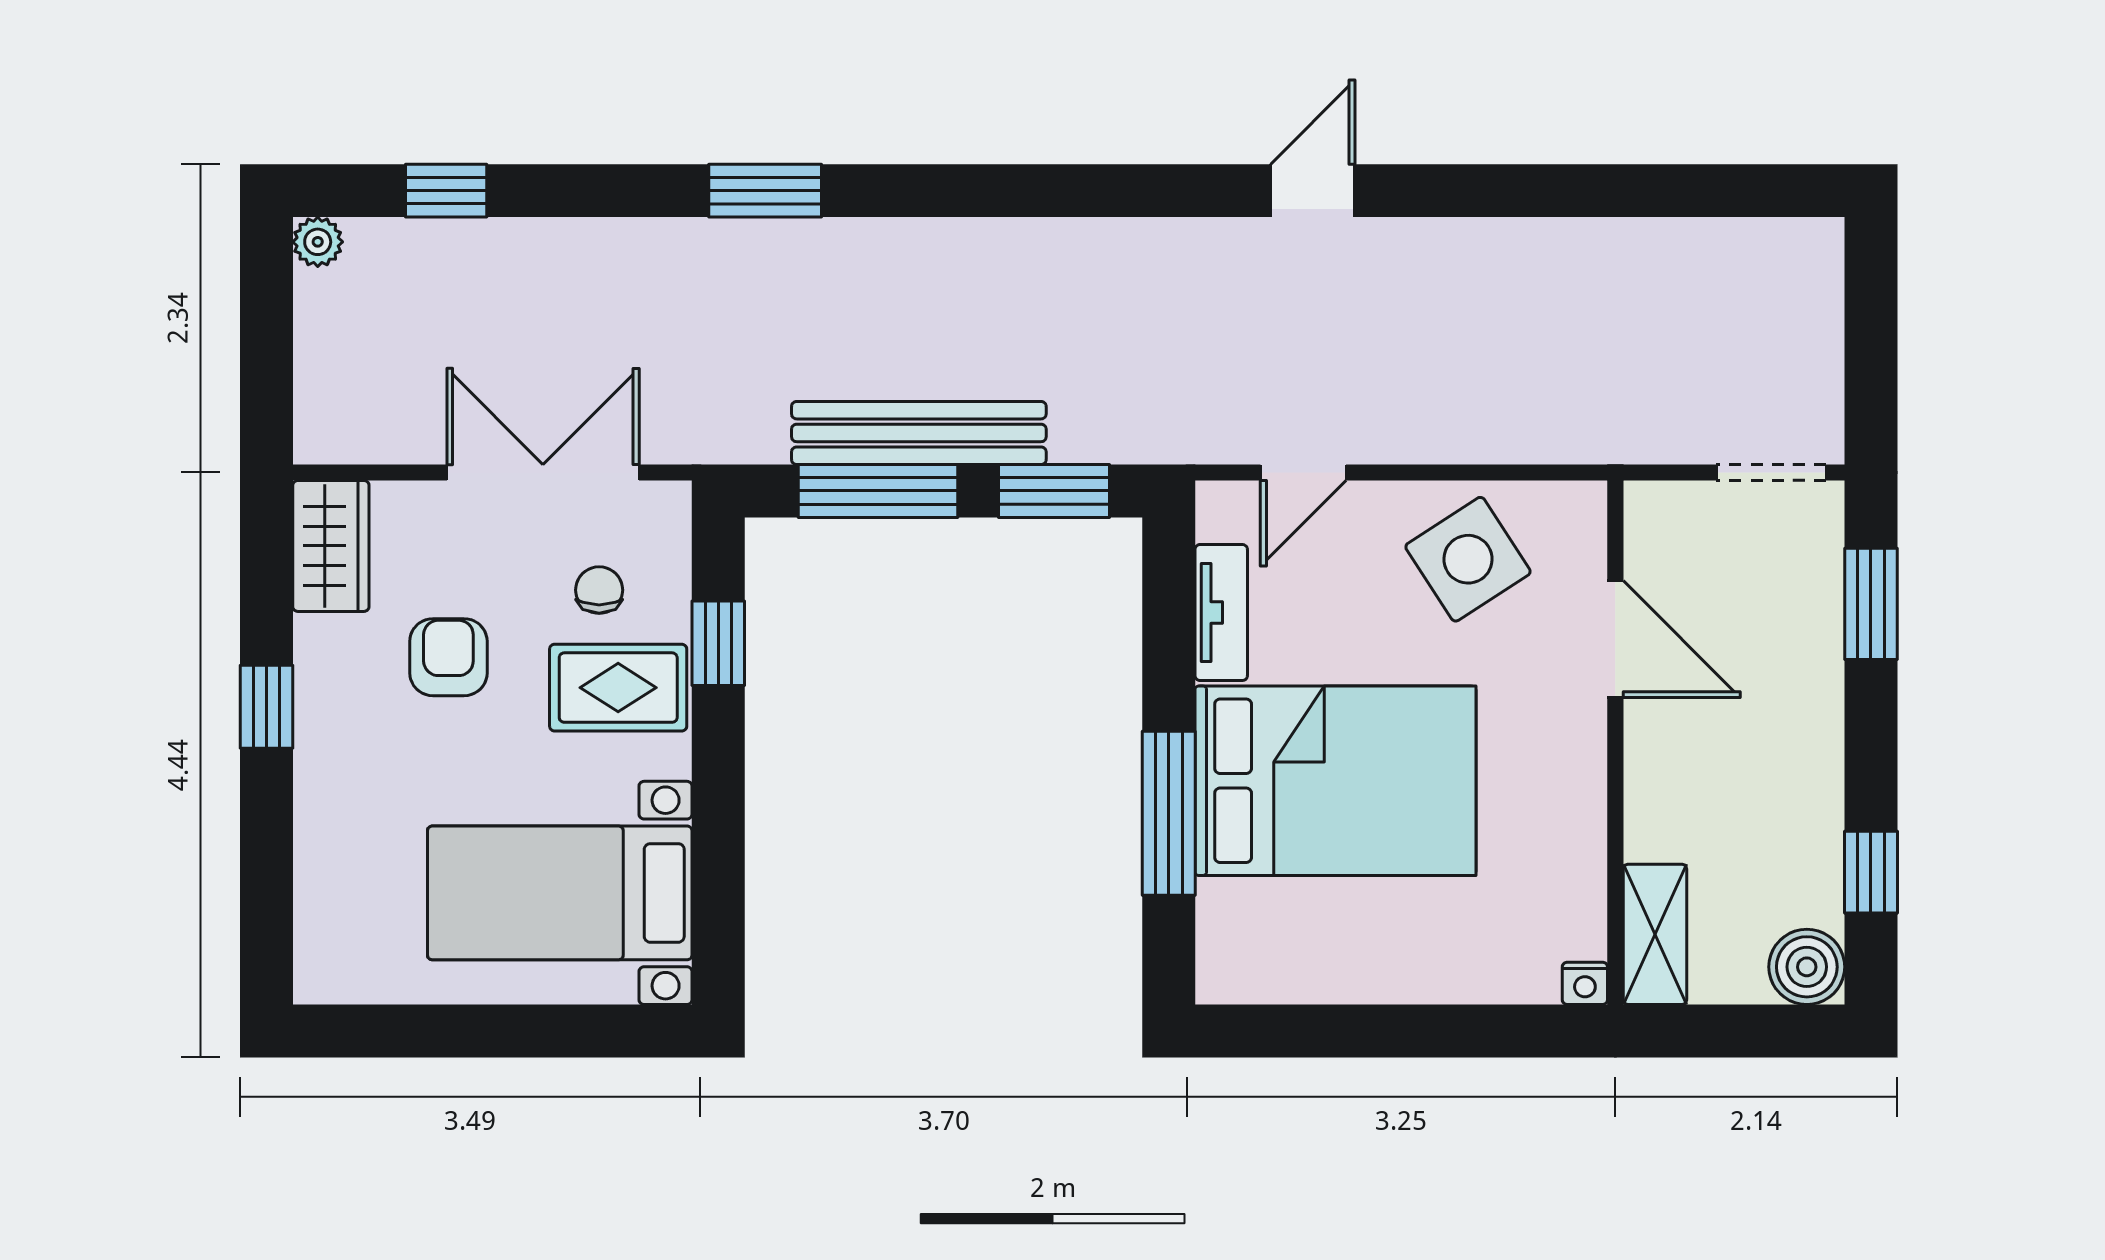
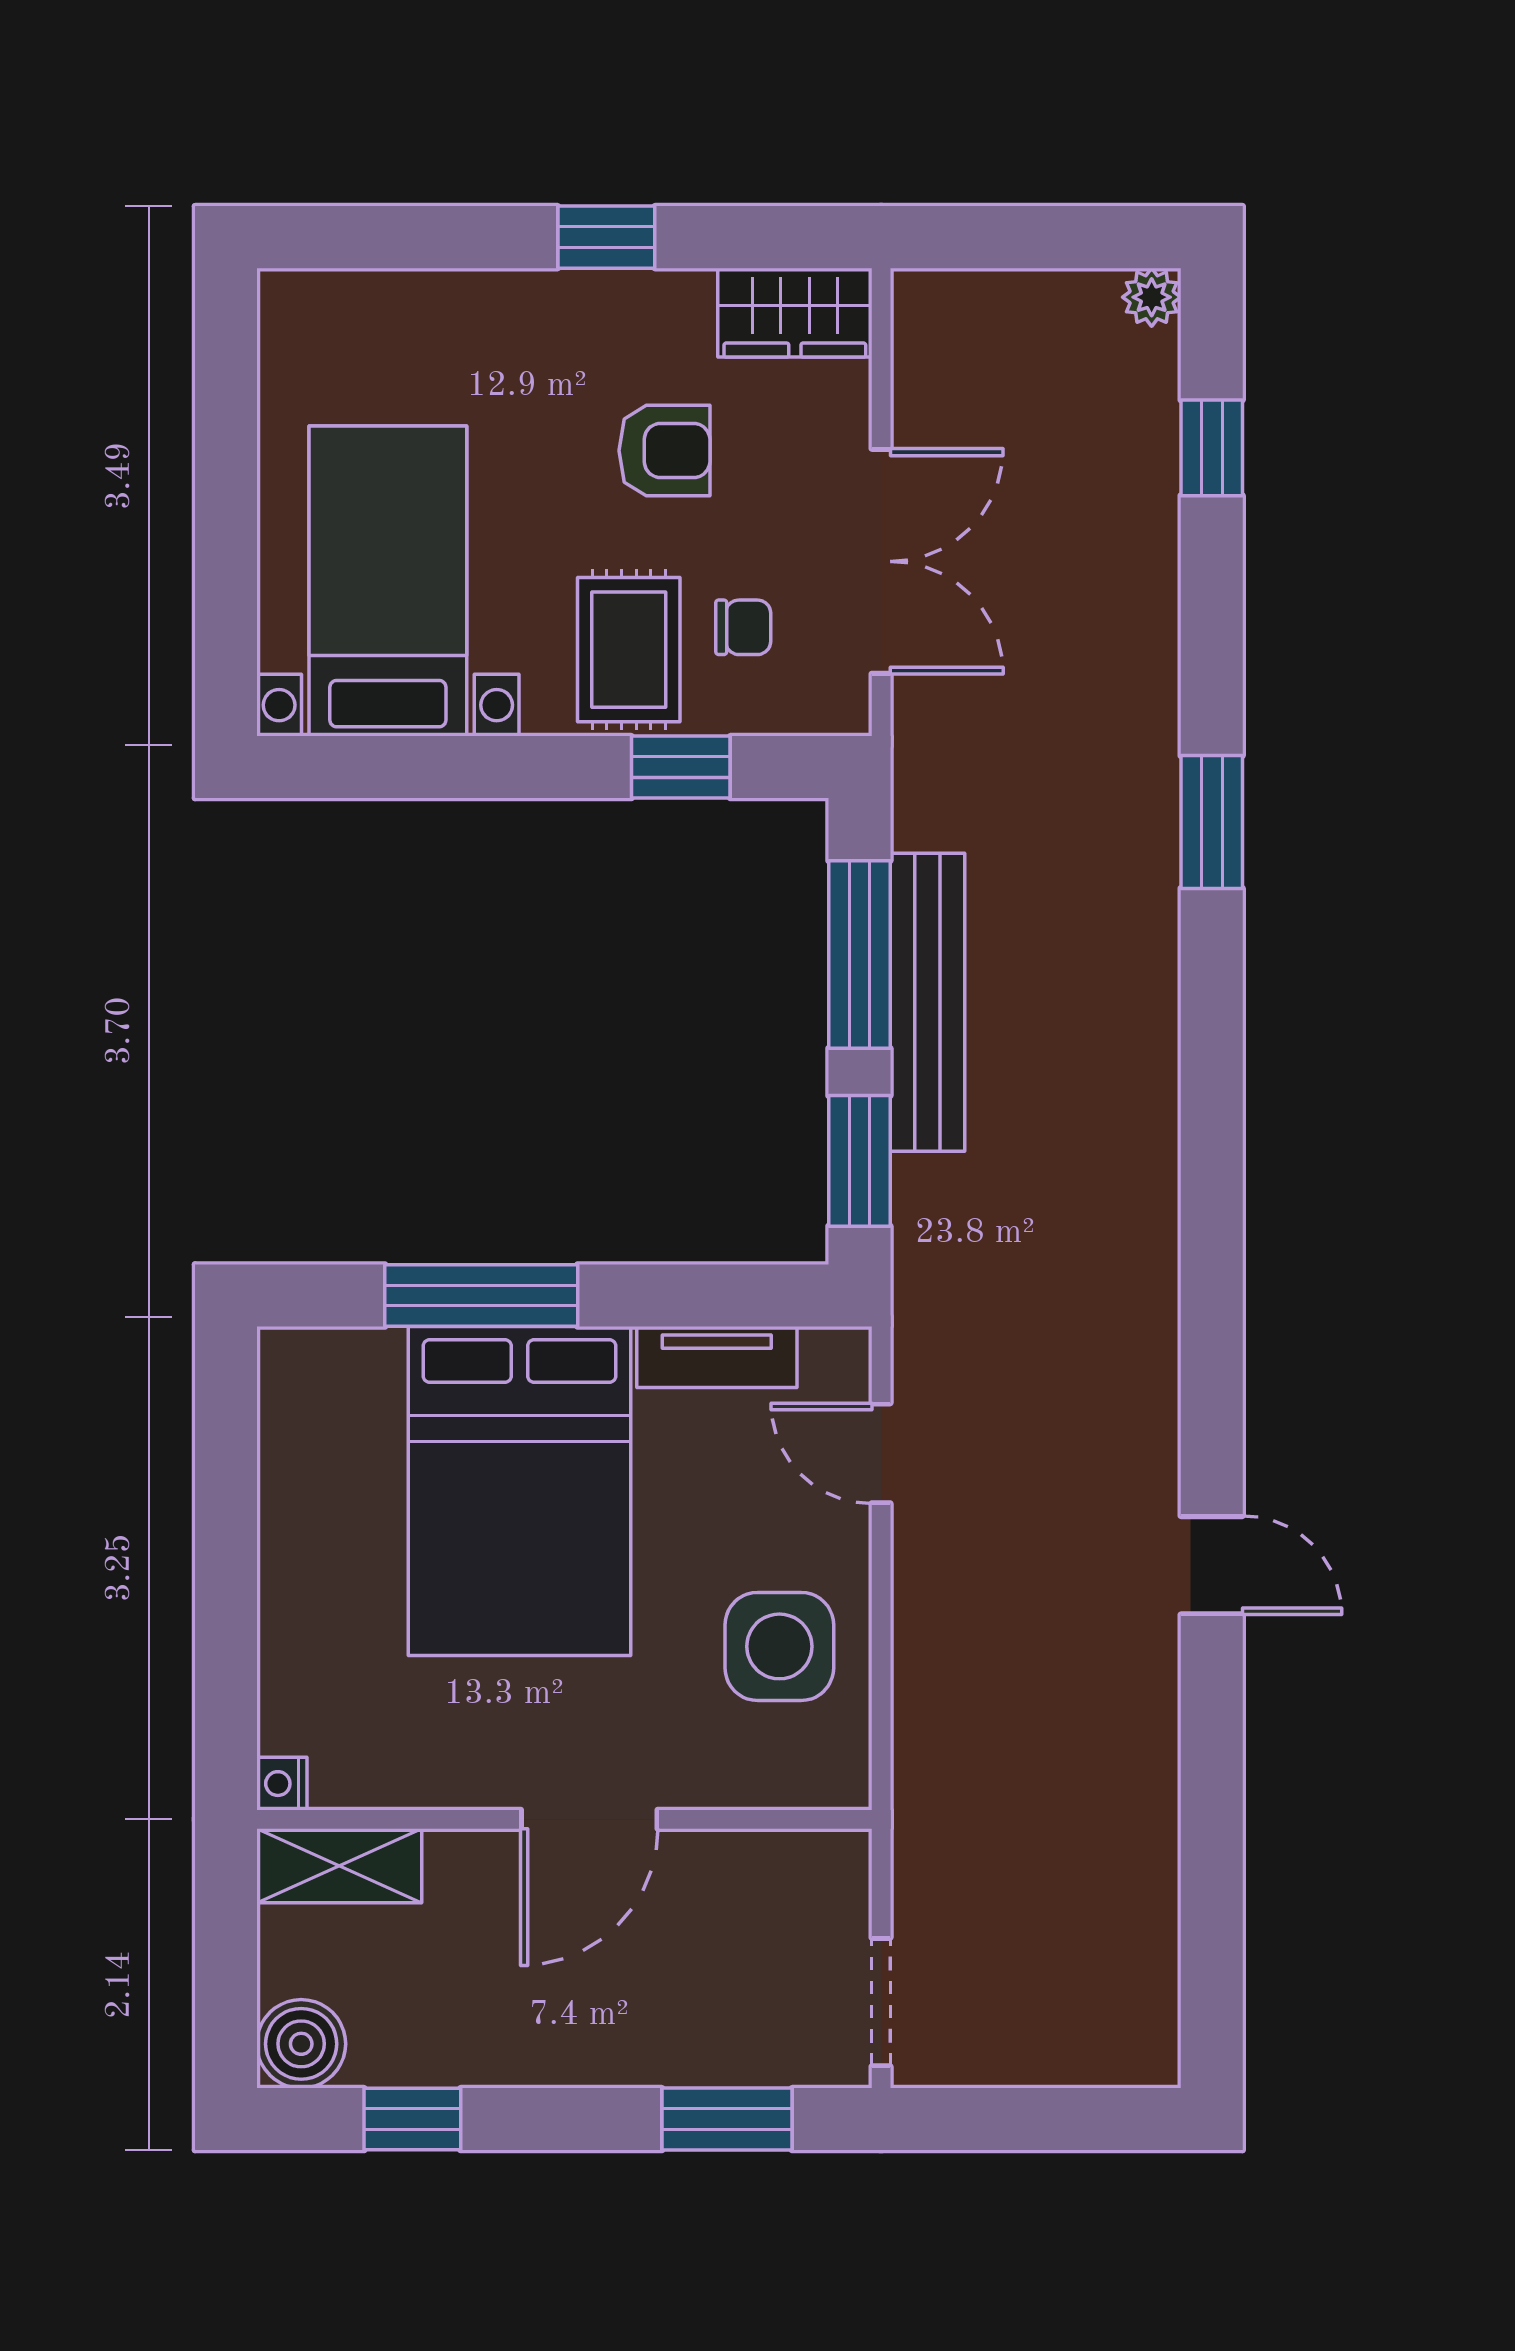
door: (1313, 191) -> (1212, 1565), moved
side table: (1468, 559) -> (779, 1646), turned 33
door: (1615, 639) -> (589, 1819), moved

